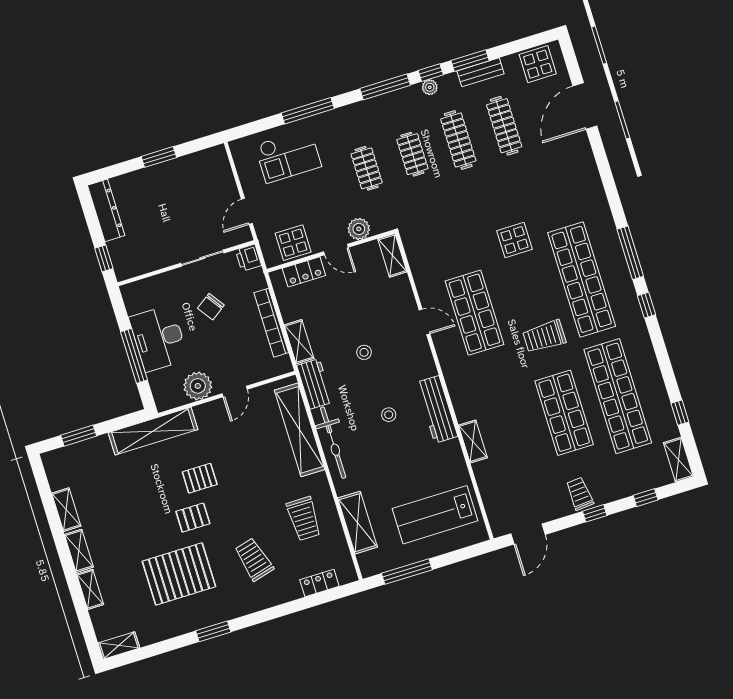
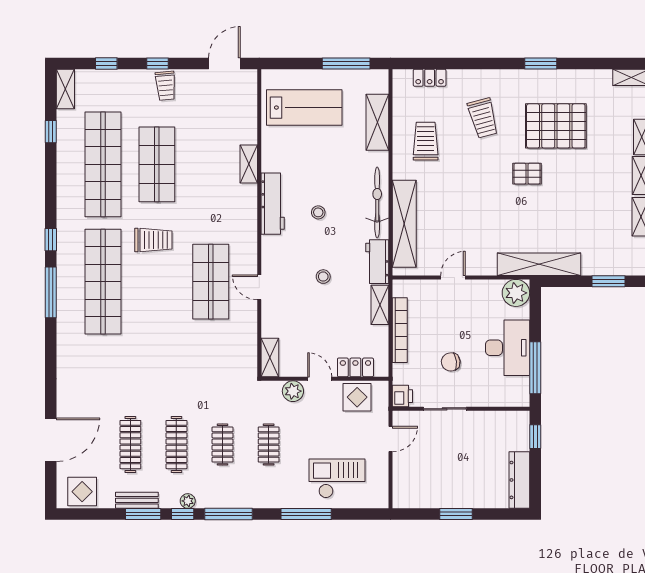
display table: (515, 240) -> (153, 337), removed
chair: (211, 307) -> (451, 362), turned -151
window: (134, 356) -> (535, 368), moved
plant: (198, 386) -> (516, 293), moved
pallet: (200, 478) -> (510, 208), removed

